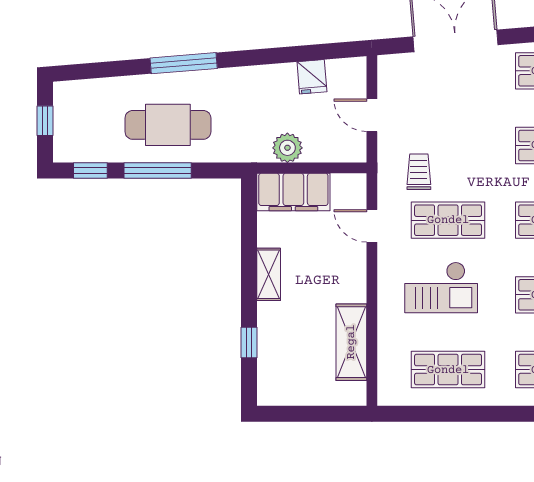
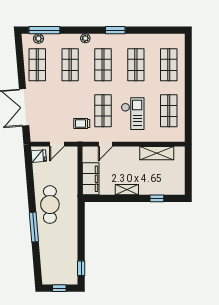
fridge: (312, 77) -> (39, 156), moved
cafe table: (168, 125) -> (50, 205), moved
plant: (287, 148) -> (71, 181), removed
window: (158, 170) -> (81, 239), removed

